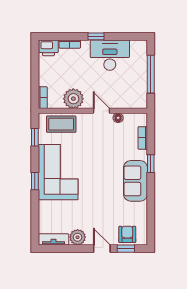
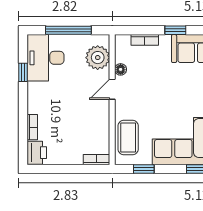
window: (96, 36) -> (23, 72), moved
desk: (110, 55) -> (46, 58), moved
plant: (73, 99) -> (98, 58), moved

